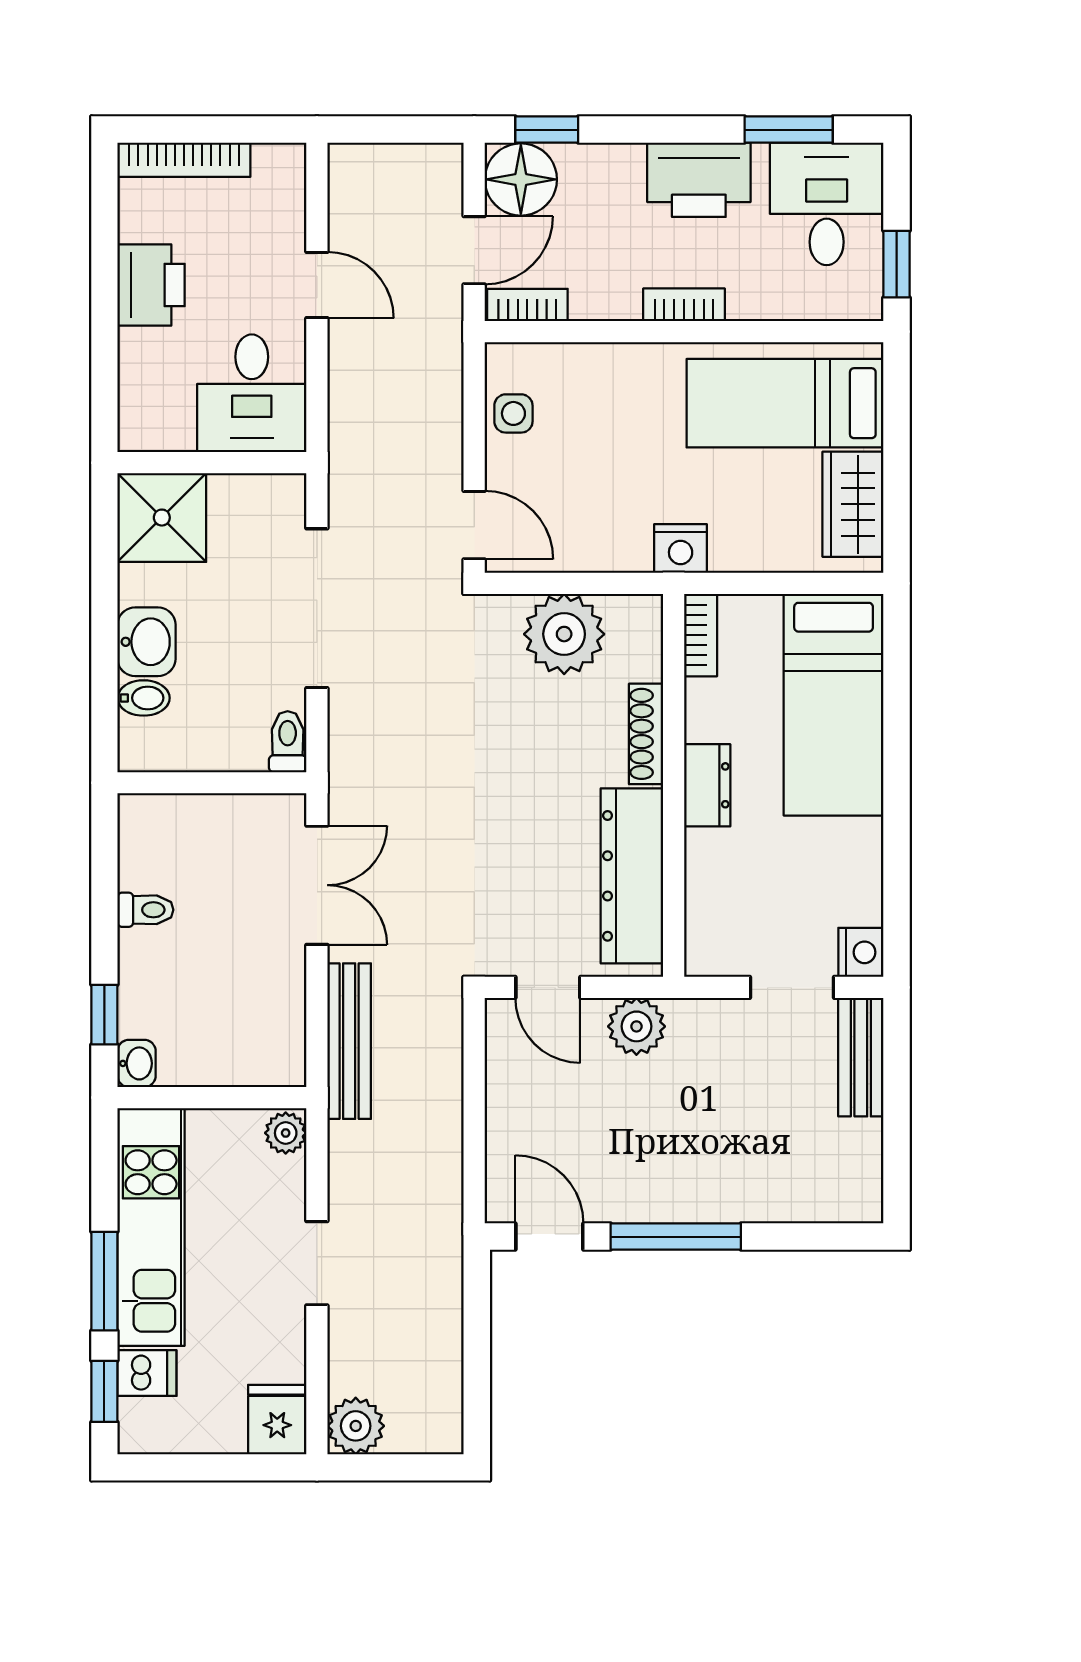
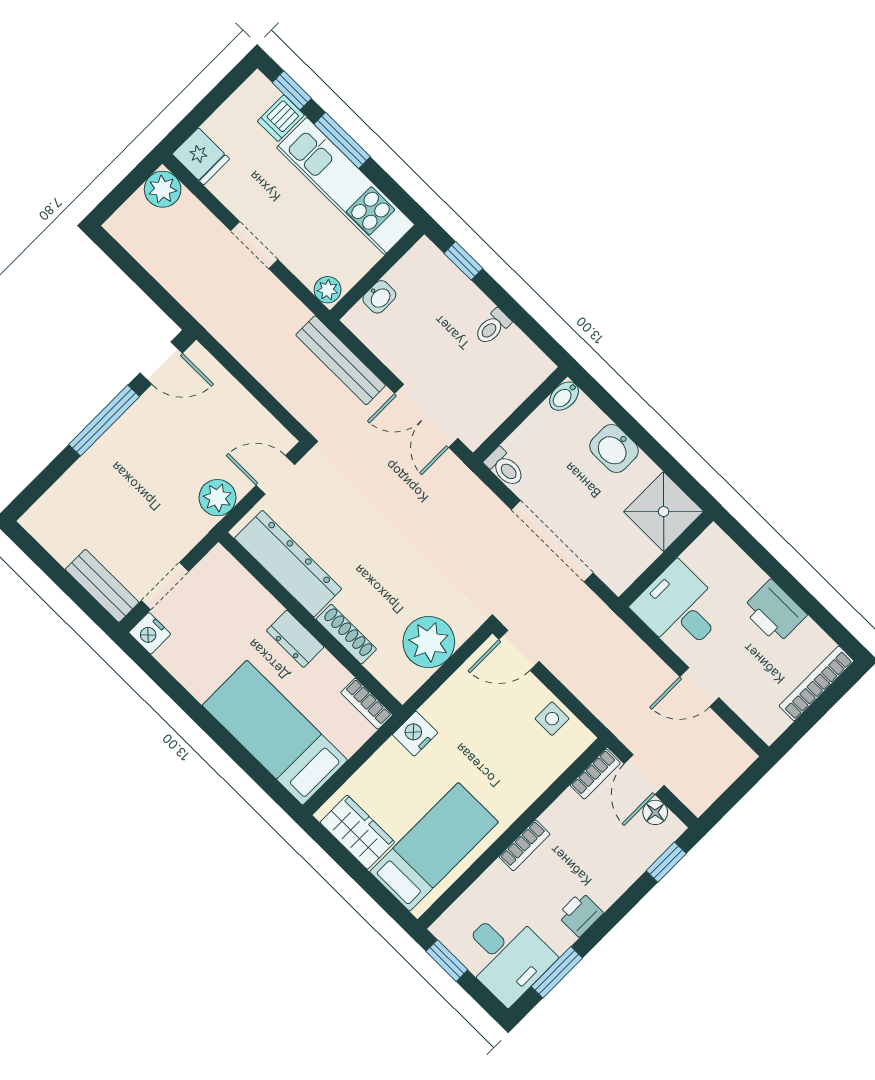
floor lamp: (521, 179) -> (655, 812), width x0.53, depth x0.53
printer: (699, 180) -> (580, 914), width x0.53, depth x0.68
bidet: (144, 698) -> (564, 396), moved
washbasin: (137, 1063) -> (379, 297), moved, turned -90

